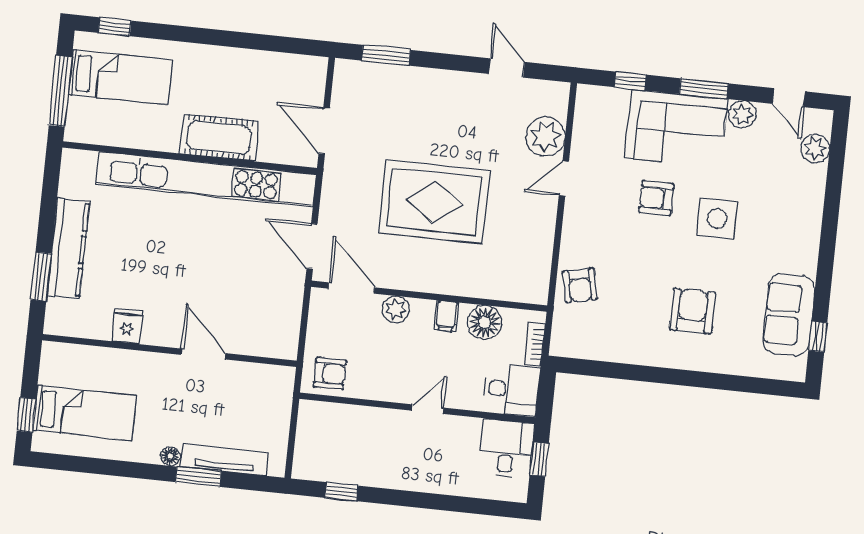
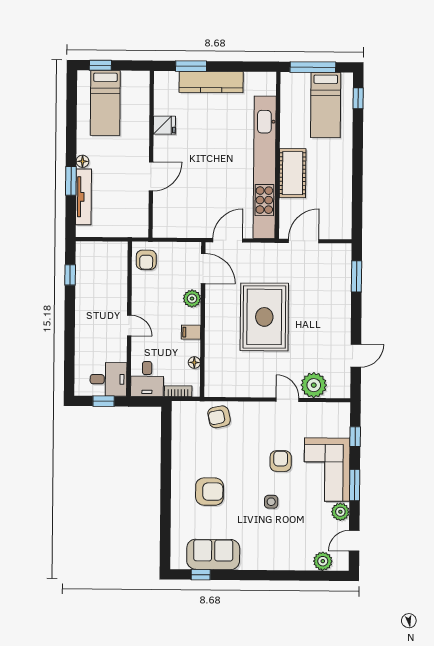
side table: (717, 219) -> (271, 502), width x0.54, depth x0.54
door: (351, 288) -> (203, 268), hinge flipped
floor lamp: (485, 322) -> (194, 363), width x0.53, depth x0.53

